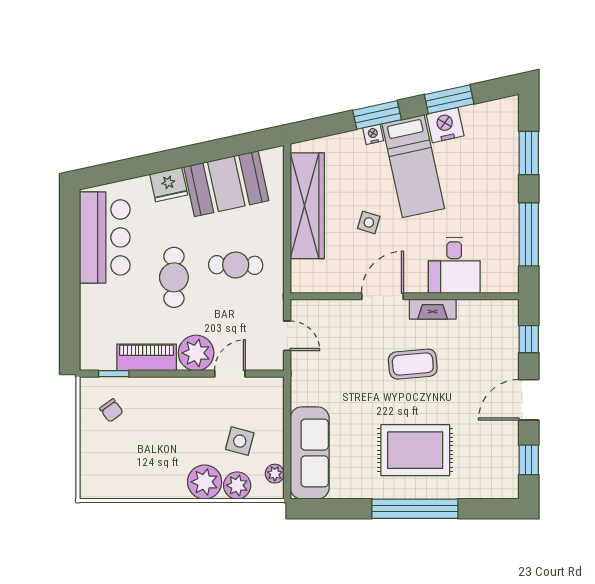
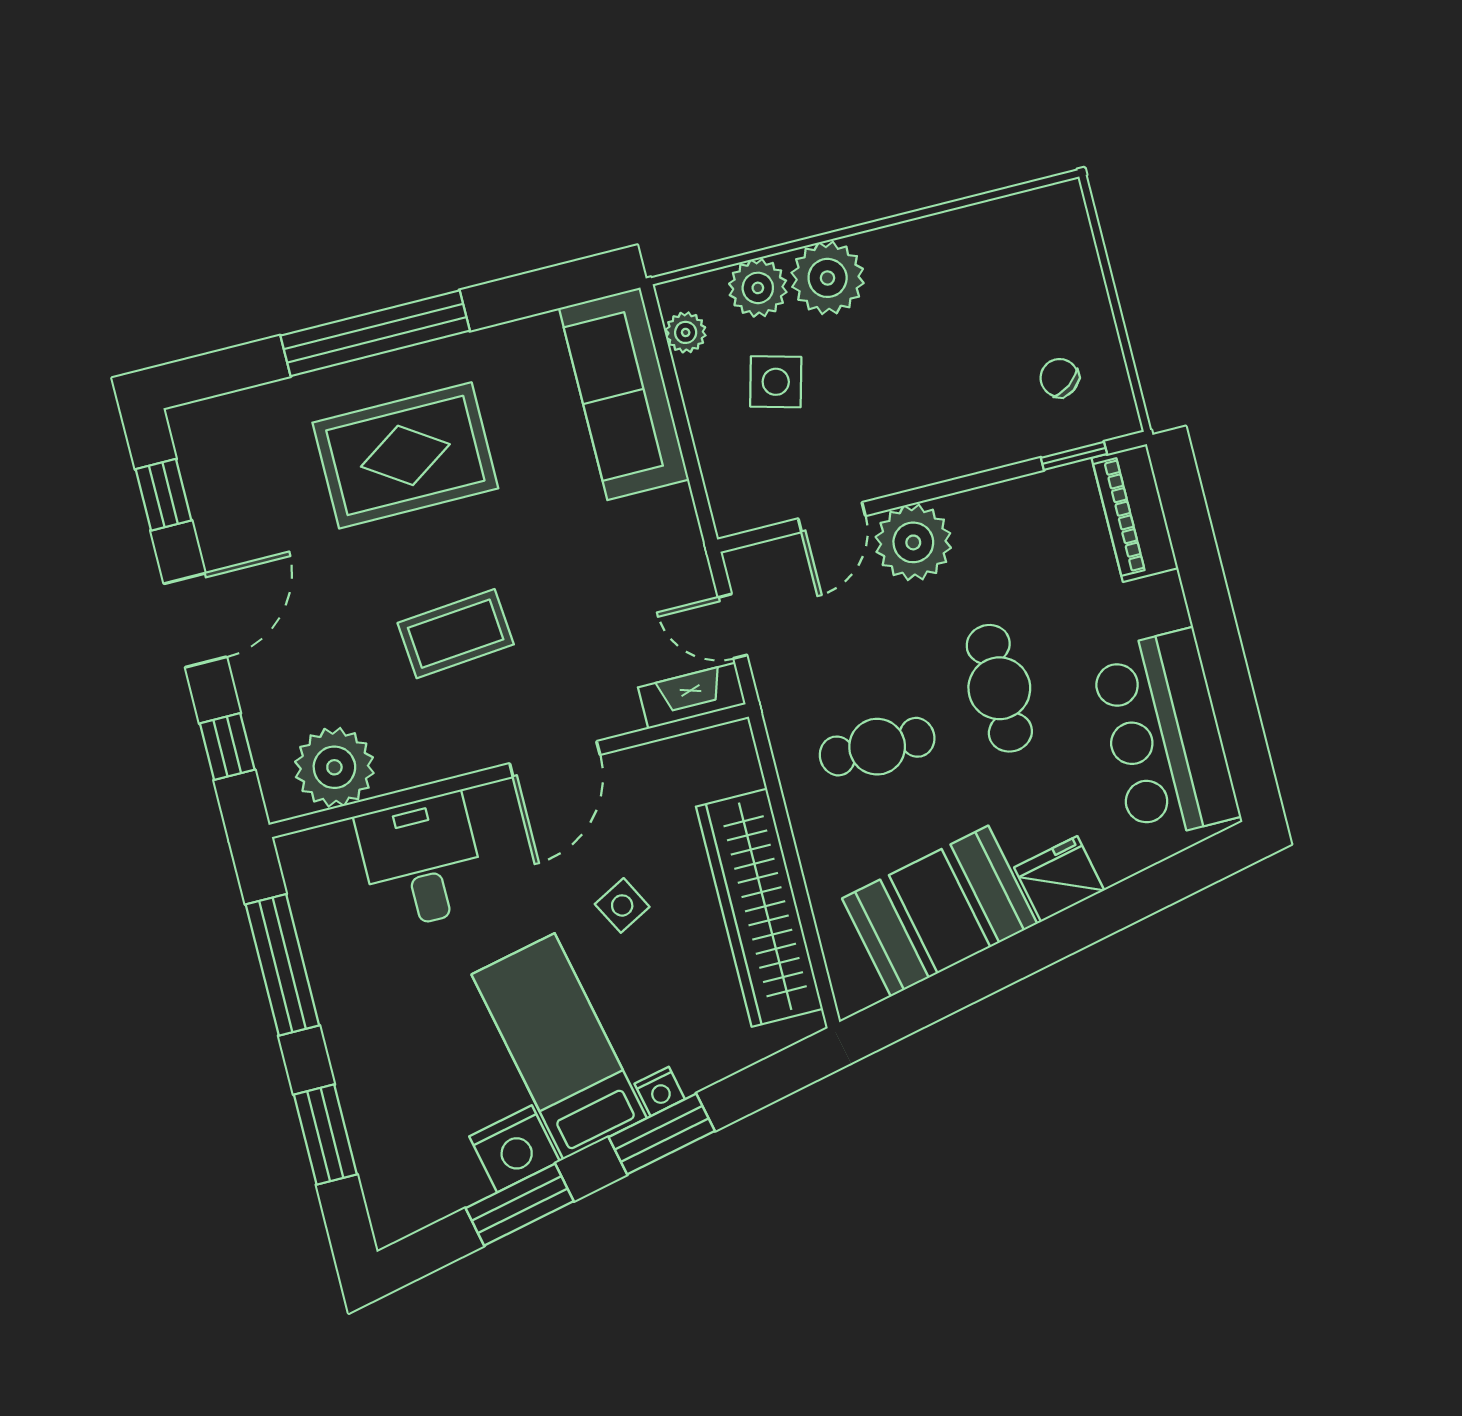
side table: (369, 222) -> (622, 905), turned 45
fireplace: (433, 309) -> (692, 696), moved
plant: (483, 318) -> (334, 767), added
piano: (147, 357) -> (1135, 513), moved, turned 90

